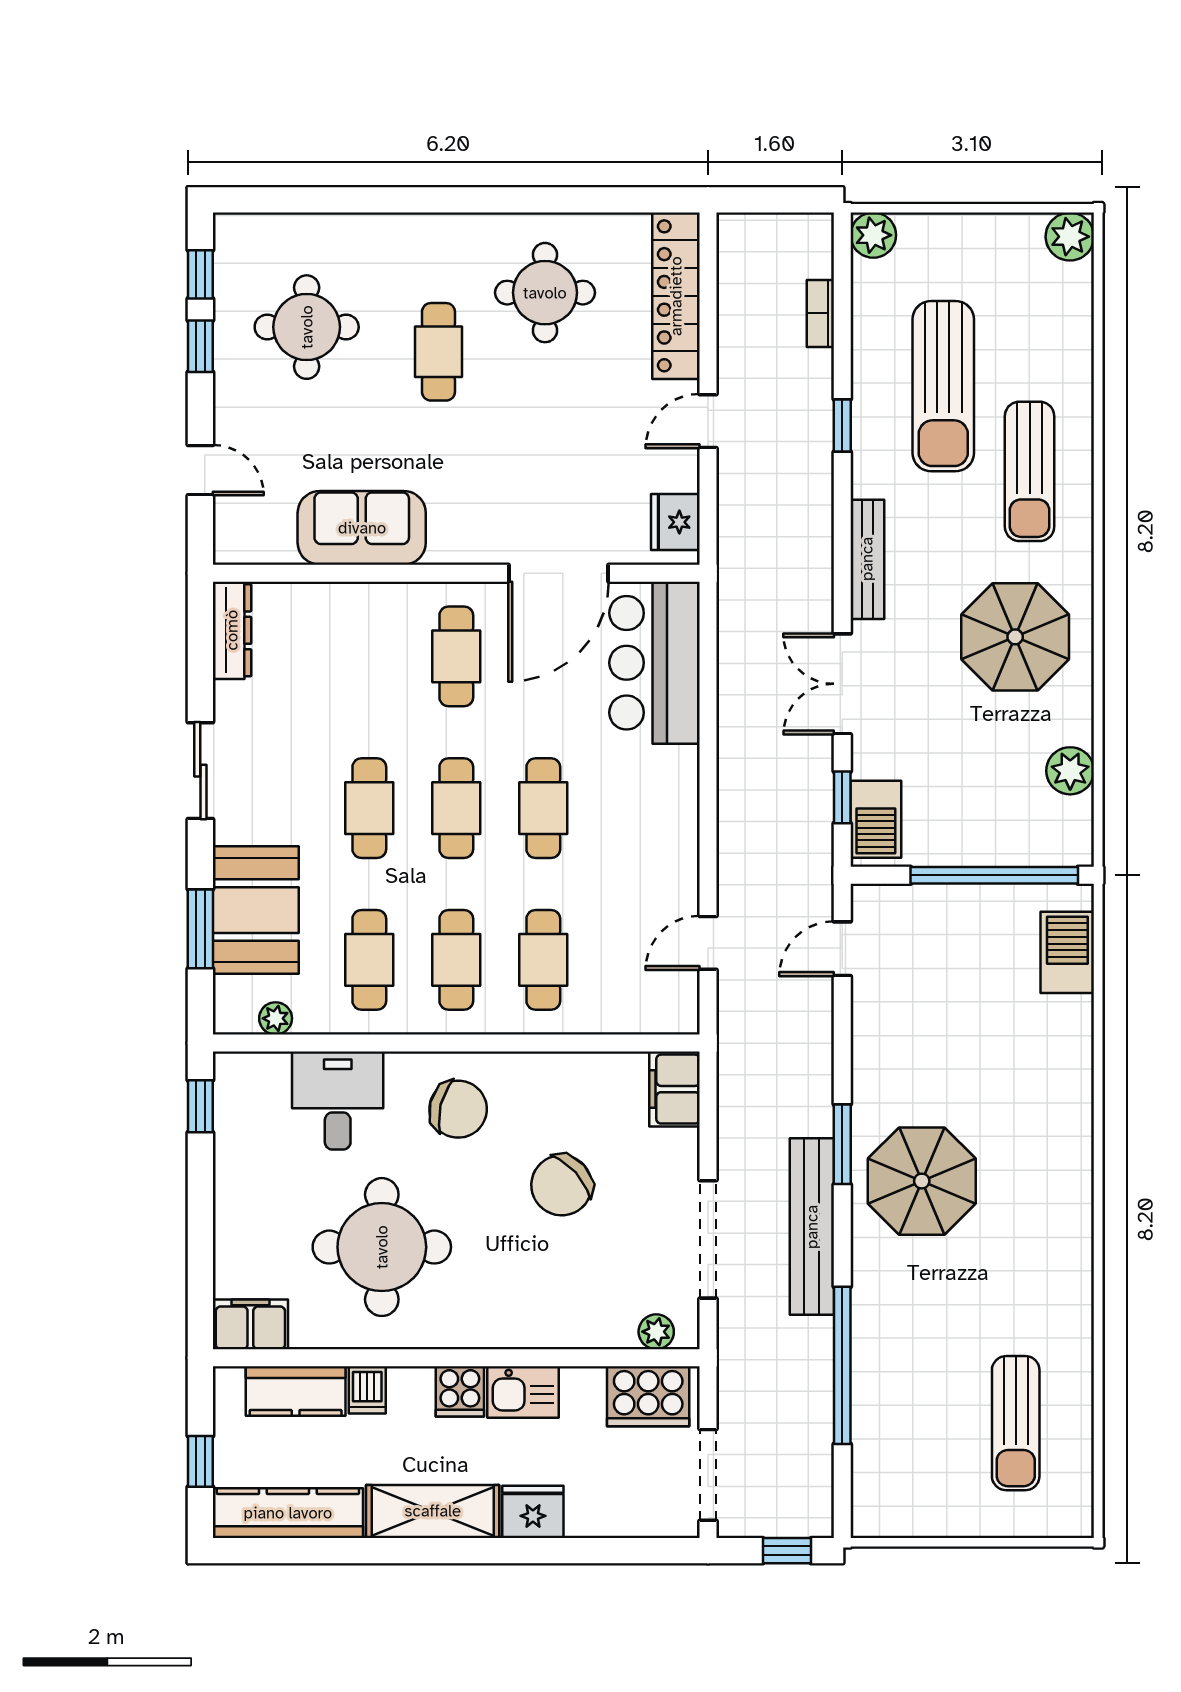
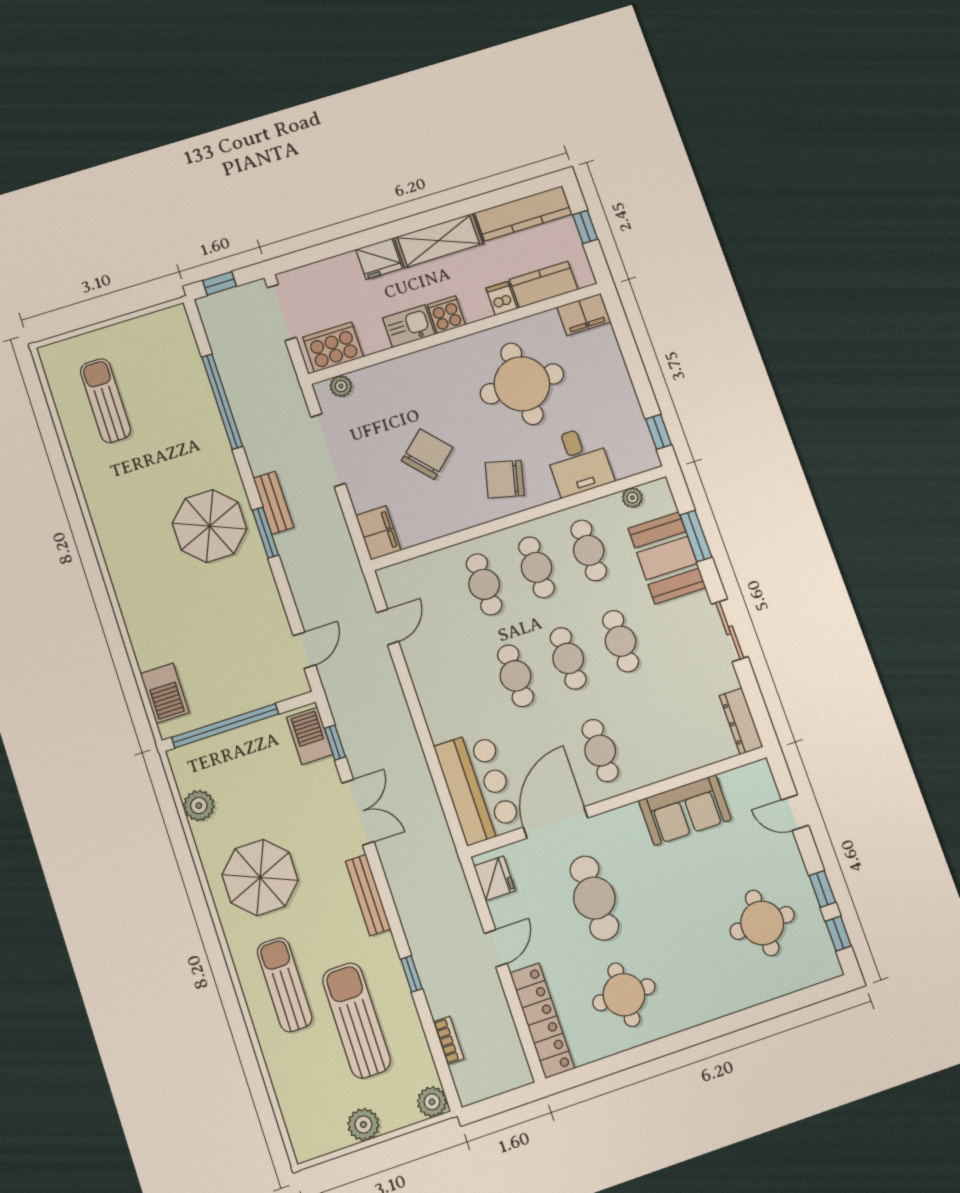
plant: (1070, 237) -> (363, 1125), moved
cafe table: (438, 352) -> (594, 898), moved, width x1.37, depth x1.35
bench: (812, 1227) -> (273, 503), width x0.54, depth x0.82

